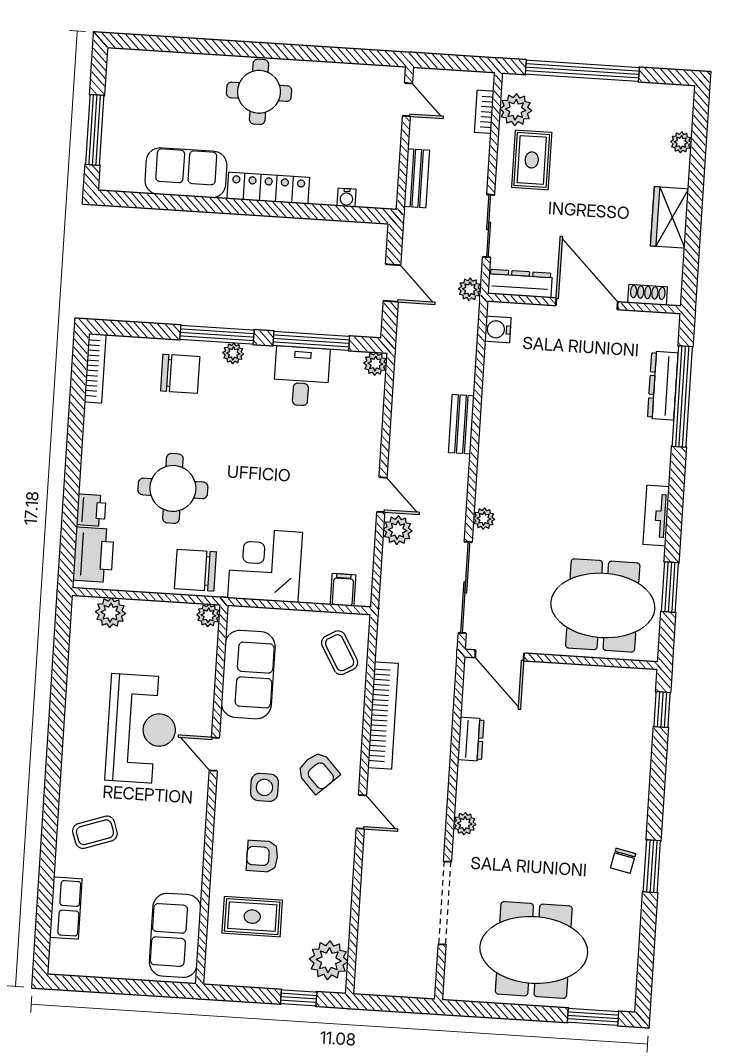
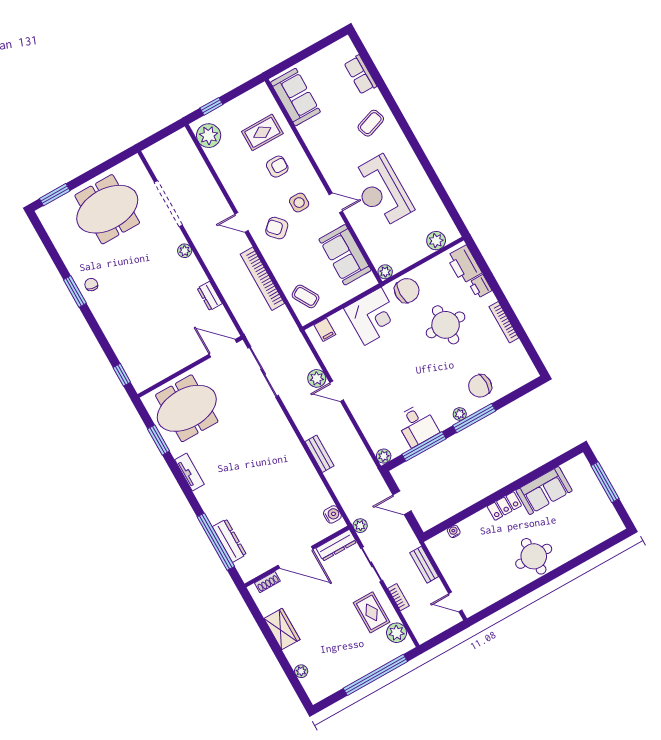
bookcase: (484, 112) -> (398, 597), moved
locker: (268, 188) -> (504, 506), width x0.66
bookcase: (95, 368) -> (504, 322), moved
plant: (484, 519) -> (276, 413), removed

